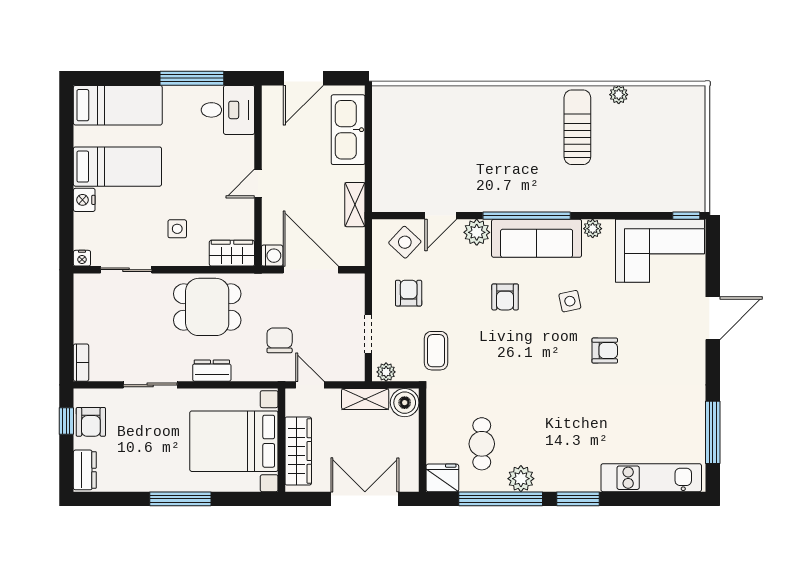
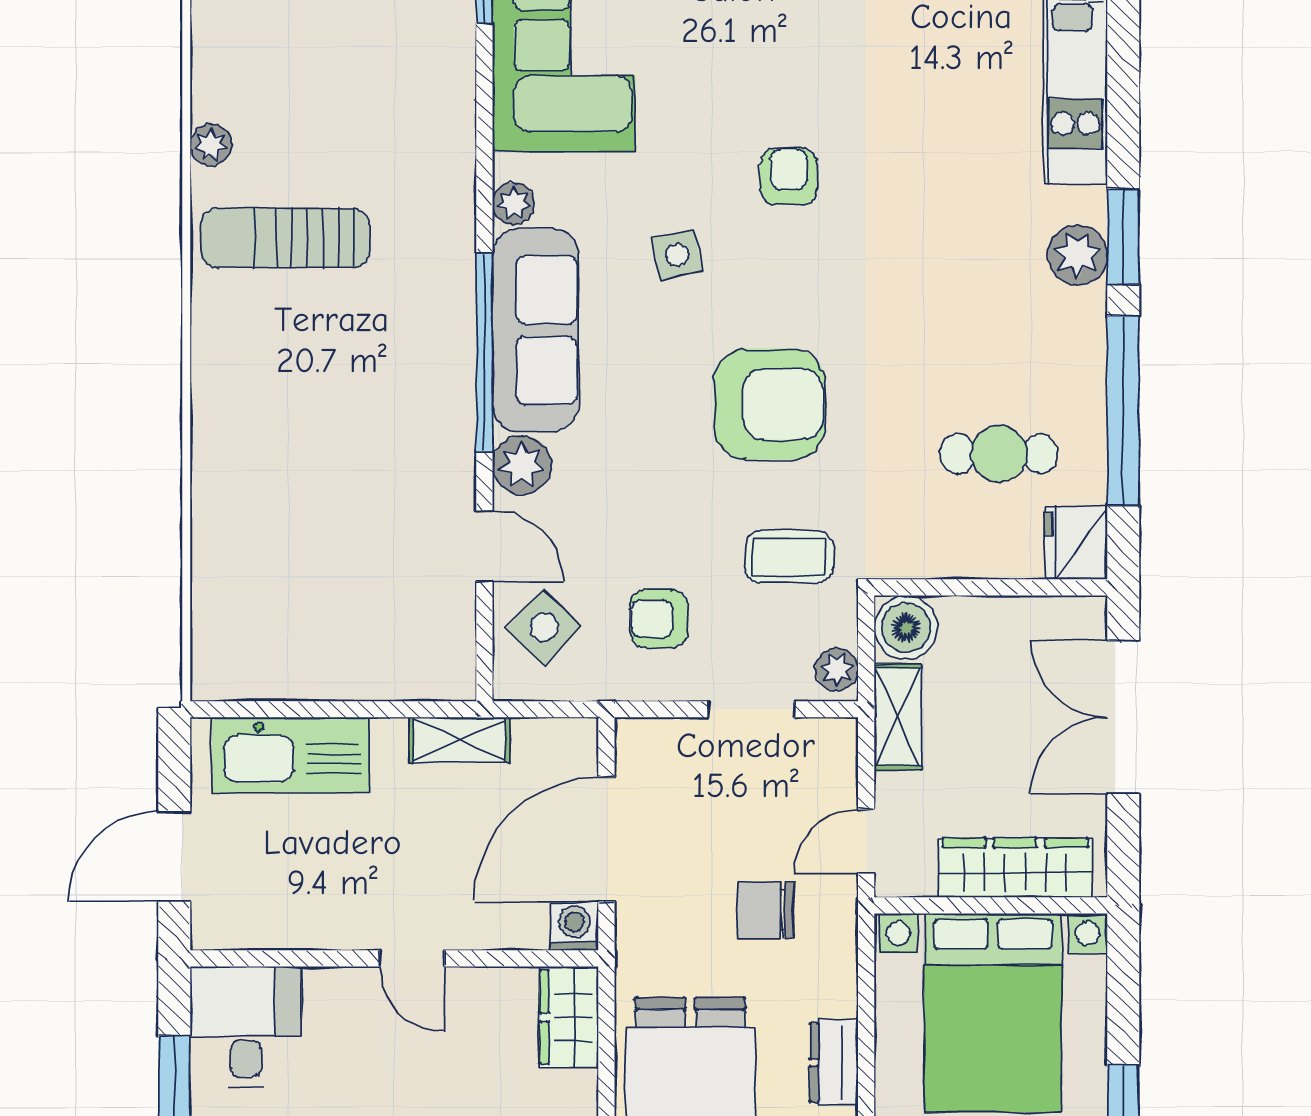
door: (303, 78) -> (174, 856), swing flipped
armchair: (505, 297) -> (769, 404), moved, width x1.88, depth x1.88
plant: (521, 479) -> (1077, 255), moved

